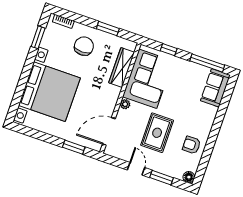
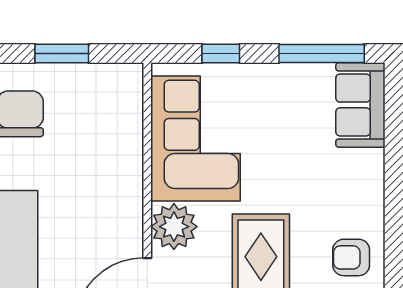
wardrobe: (122, 67) -> (126, 133), removed
plant: (125, 104) -> (174, 227), width x1.87, depth x1.87

